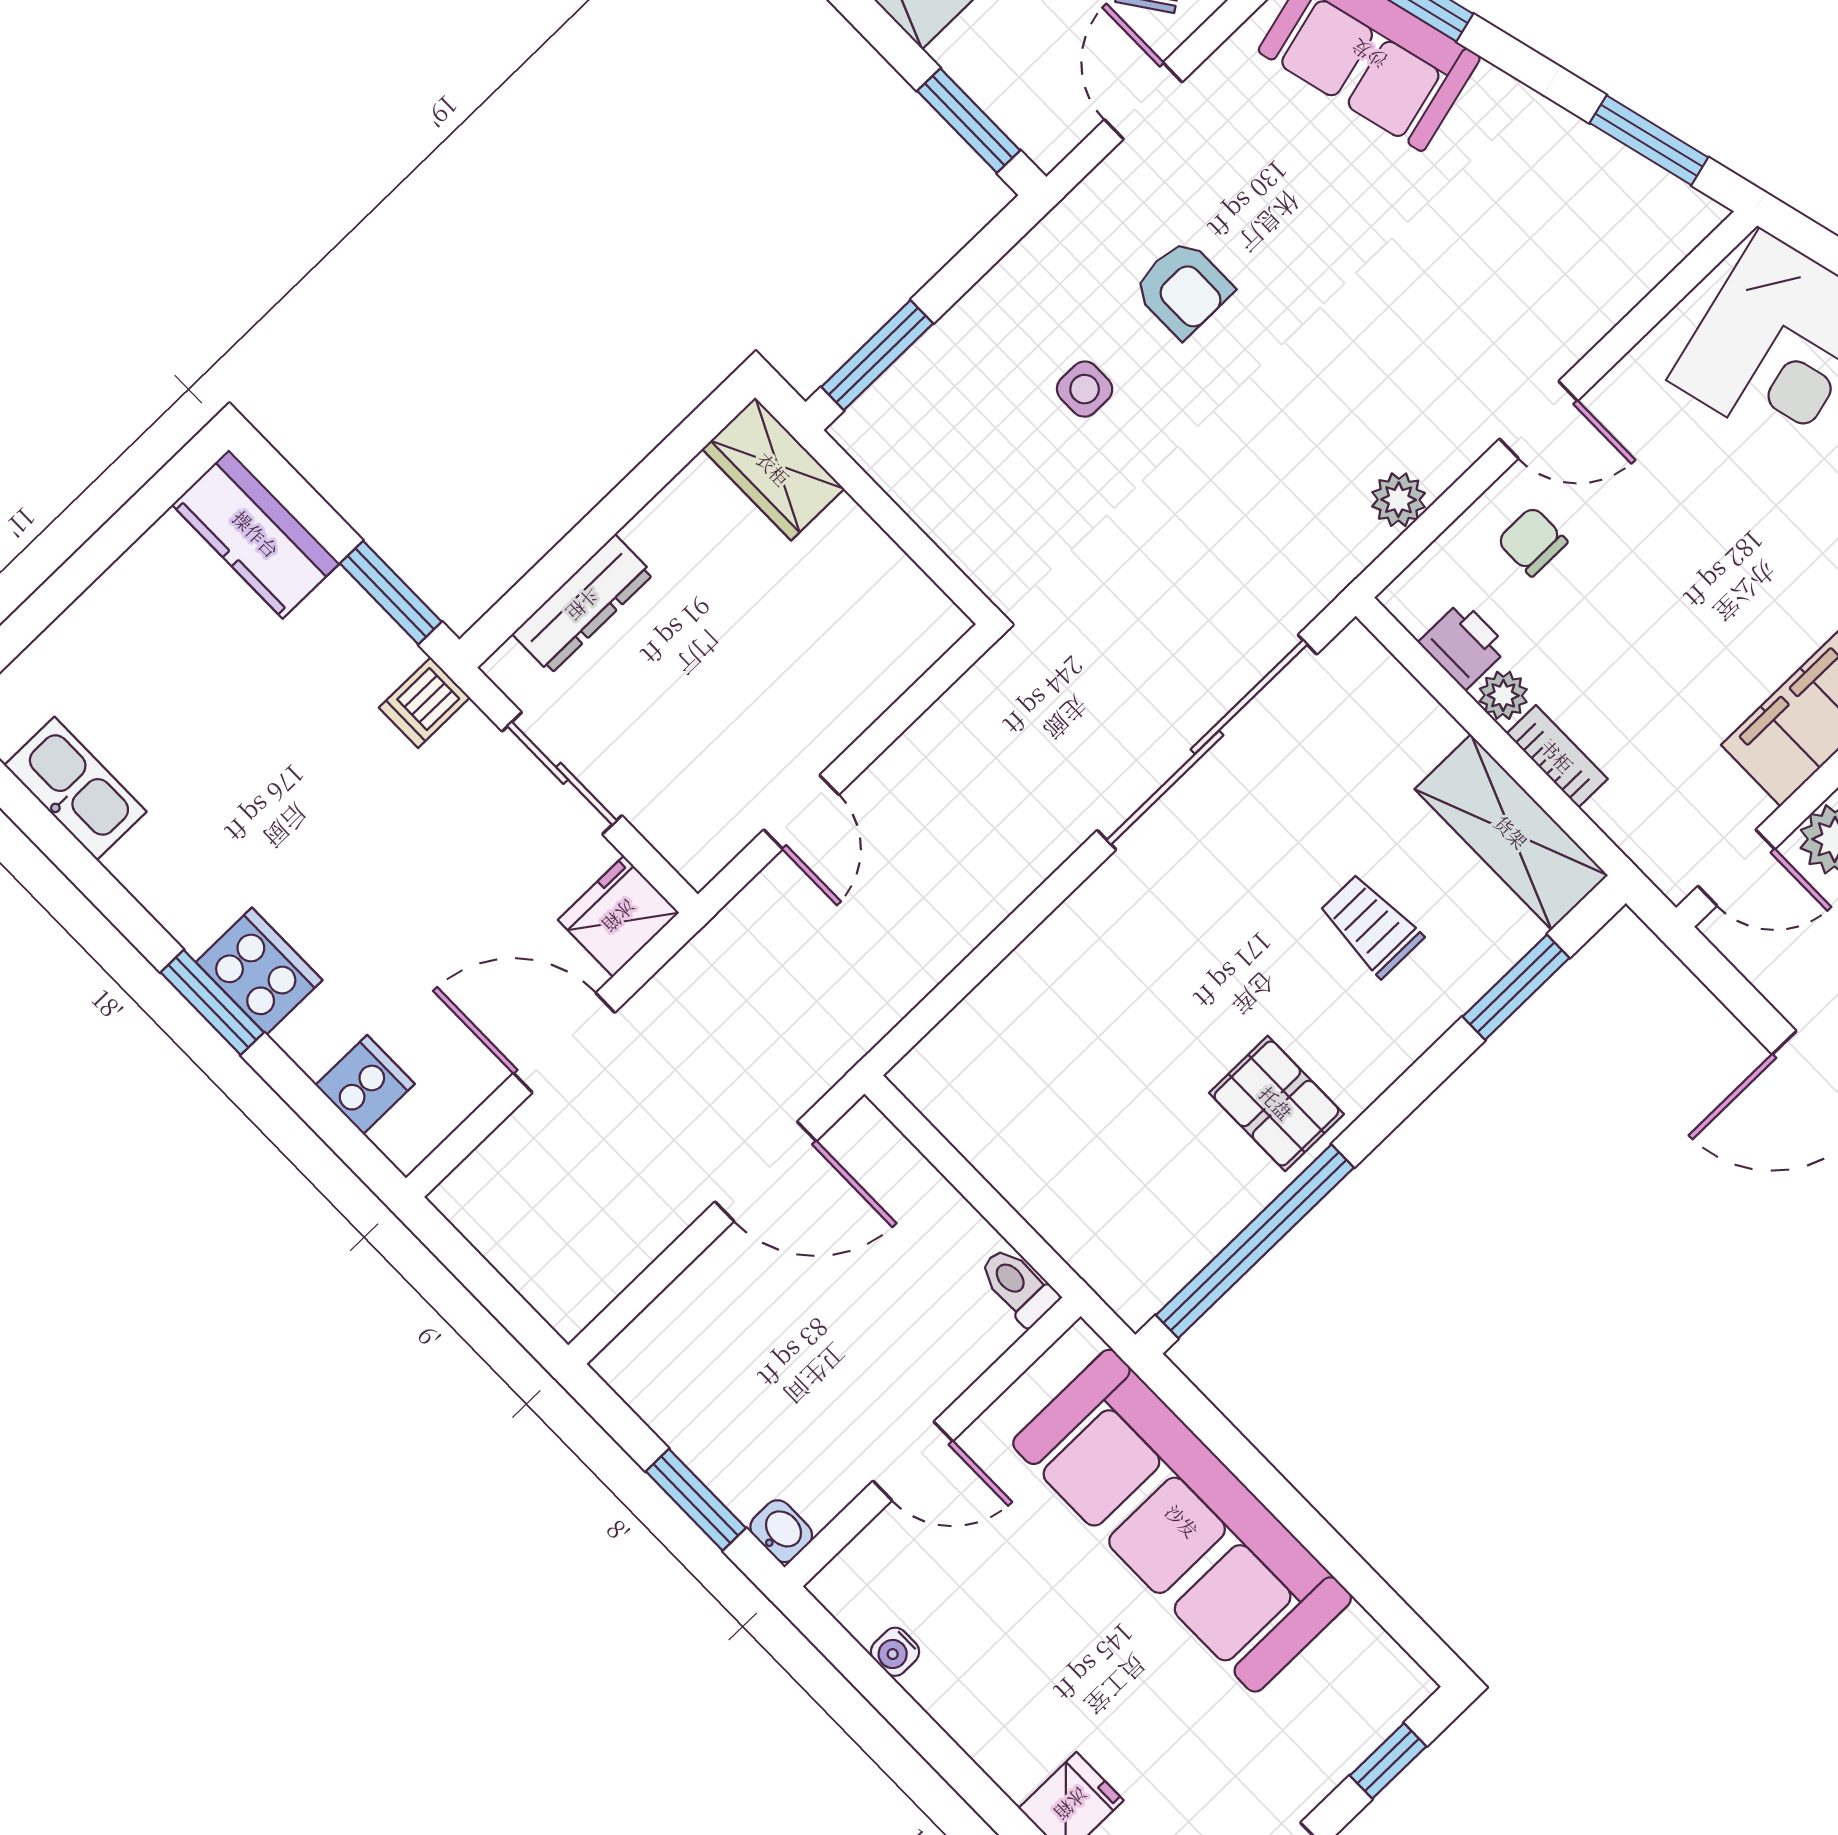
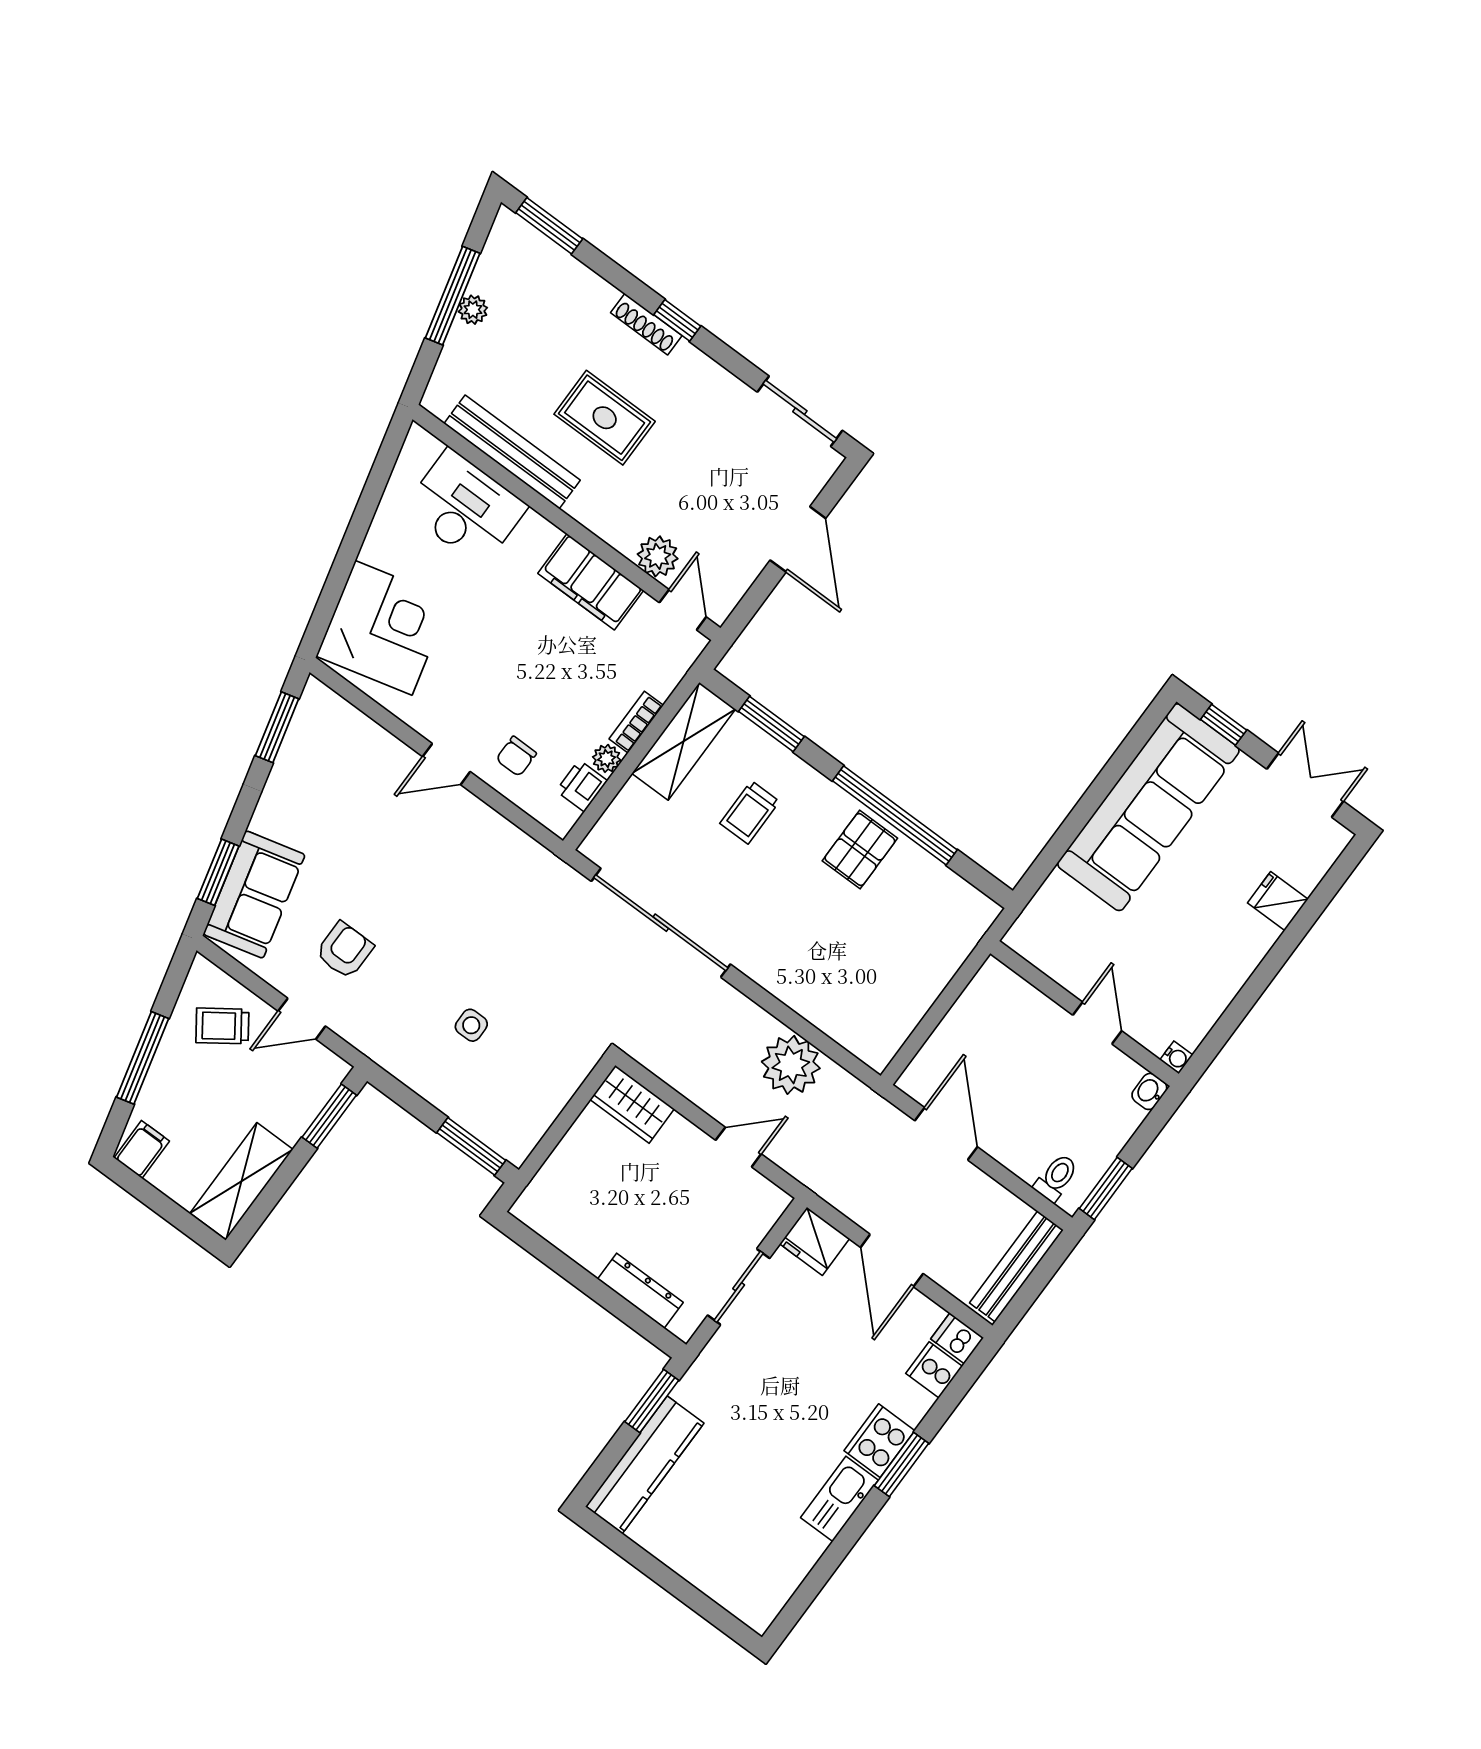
armchair: (1183, 289) -> (345, 950), moved
door: (1539, 420) -> (446, 764), swing flipped
wardrobe: (773, 469) -> (632, 1104), moved, turned 90
plant: (1399, 500) -> (791, 1065), moved, width x1.88, depth x1.88
kitchen counter: (256, 534) -> (645, 1465), width x1.50
dishwasher: (424, 703) -> (957, 1338), moved, turned 180
kitchen sink: (75, 788) -> (839, 1499), moved
window: (1255, 1241) -> (895, 815), moved
bench: (519, 1255) -> (1016, 1266), added
toilet: (1018, 1286) -> (1056, 1178), moved, turned 180
window: (696, 1500) -> (1106, 1188), moved
sofa: (1182, 1521) -> (1148, 807), moved
water cooler: (895, 1652) -> (1176, 1057), moved

